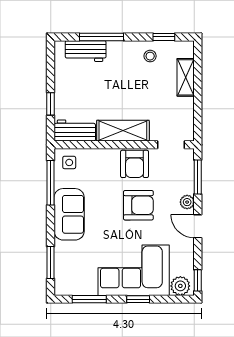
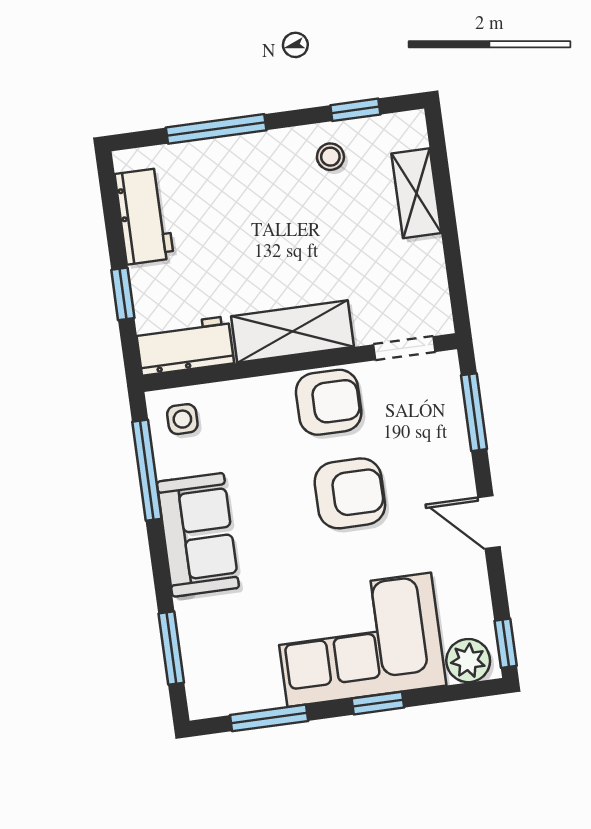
workbench: (86, 51) -> (144, 216), moved, turned -90
armchair: (135, 164) -> (329, 402), turned -90
plant: (187, 202) -> (458, 471), removed

